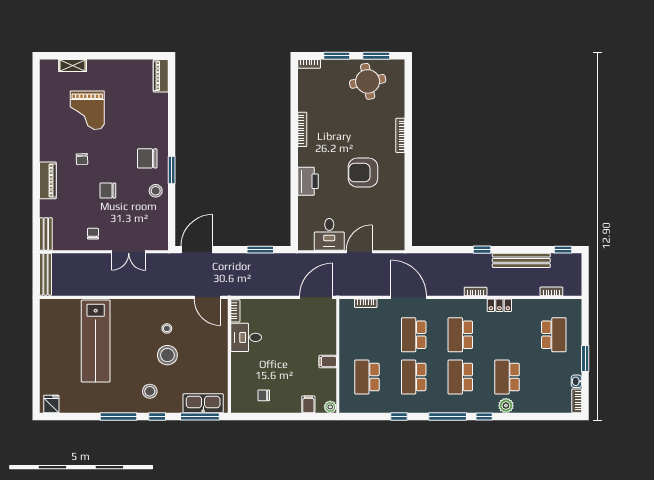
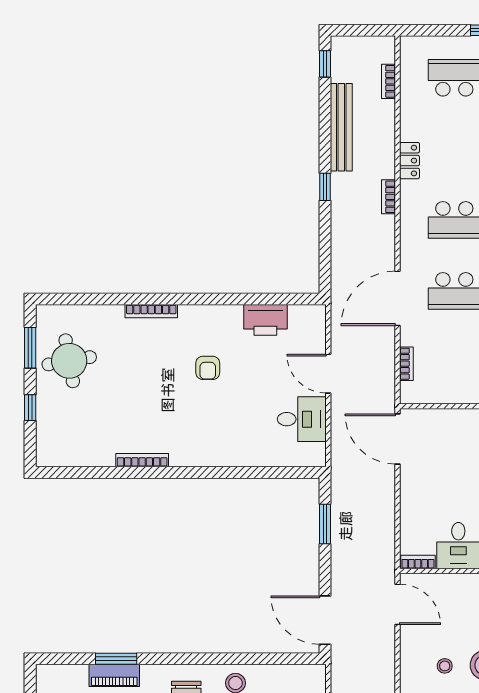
window: (337, 56) -> (30, 408), width x0.67
bookcase: (309, 64) -> (42, 450), removed
piano: (161, 76) -> (114, 675), moved
window: (172, 170) -> (116, 659), moved
armchair: (363, 173) -> (208, 368), width x0.53, depth x0.53
printer: (308, 181) -> (265, 320), moved, turned 180
door: (207, 297) -> (398, 604), hinge flipped

